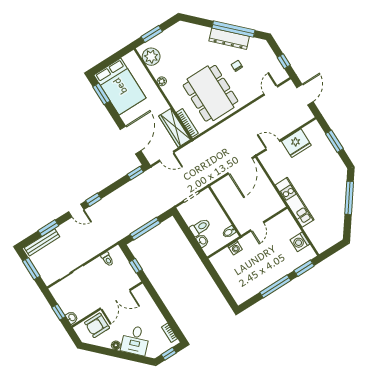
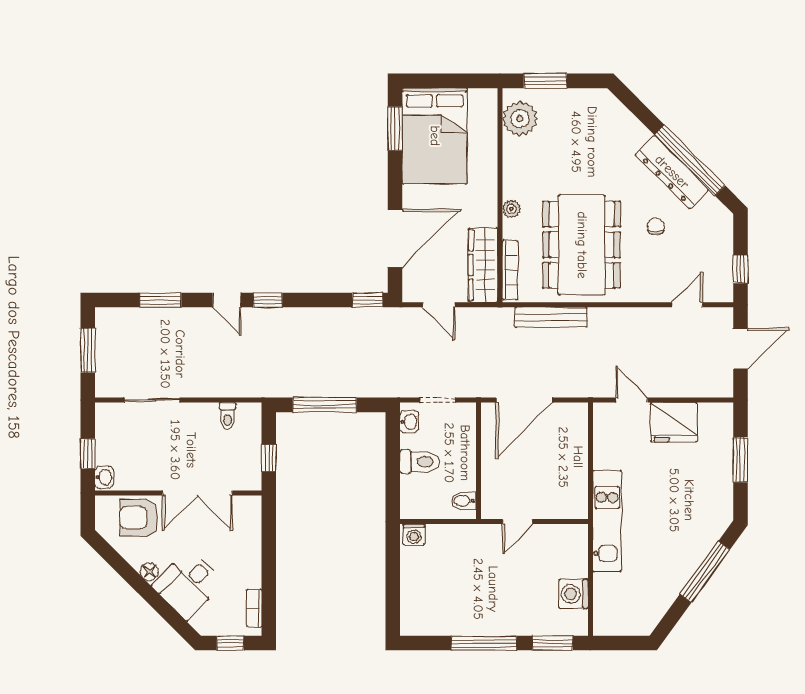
plant: (162, 81) -> (511, 209), moved
door: (240, 166) -> (524, 400), moved
washbasin: (203, 241) -> (409, 422), moved
bench: (42, 242) -> (551, 317), moved
washing machine: (235, 248) -> (414, 535), moved

